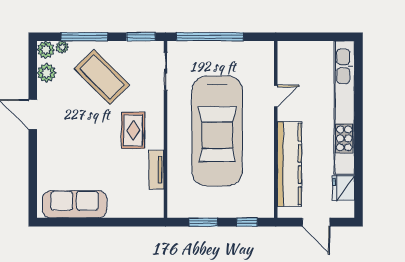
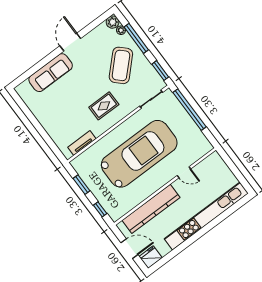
plant: (47, 73) -> (100, 32), removed
car: (217, 131) -> (139, 154), turned 180
tv unit: (156, 170) -> (82, 143), moved
fridge: (343, 188) -> (151, 257), moved
sofa: (75, 204) -> (51, 73), moved, turned 90
door: (316, 222) -> (129, 249), swing flipped

